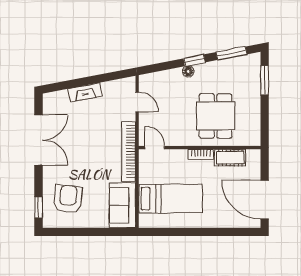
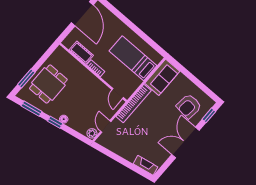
plant: (145, 82) -> (92, 133), added
fireplace: (85, 92) -> (146, 165), moved
dining table: (215, 116) -> (48, 84), moved
double door: (38, 140) -> (185, 143), moved

